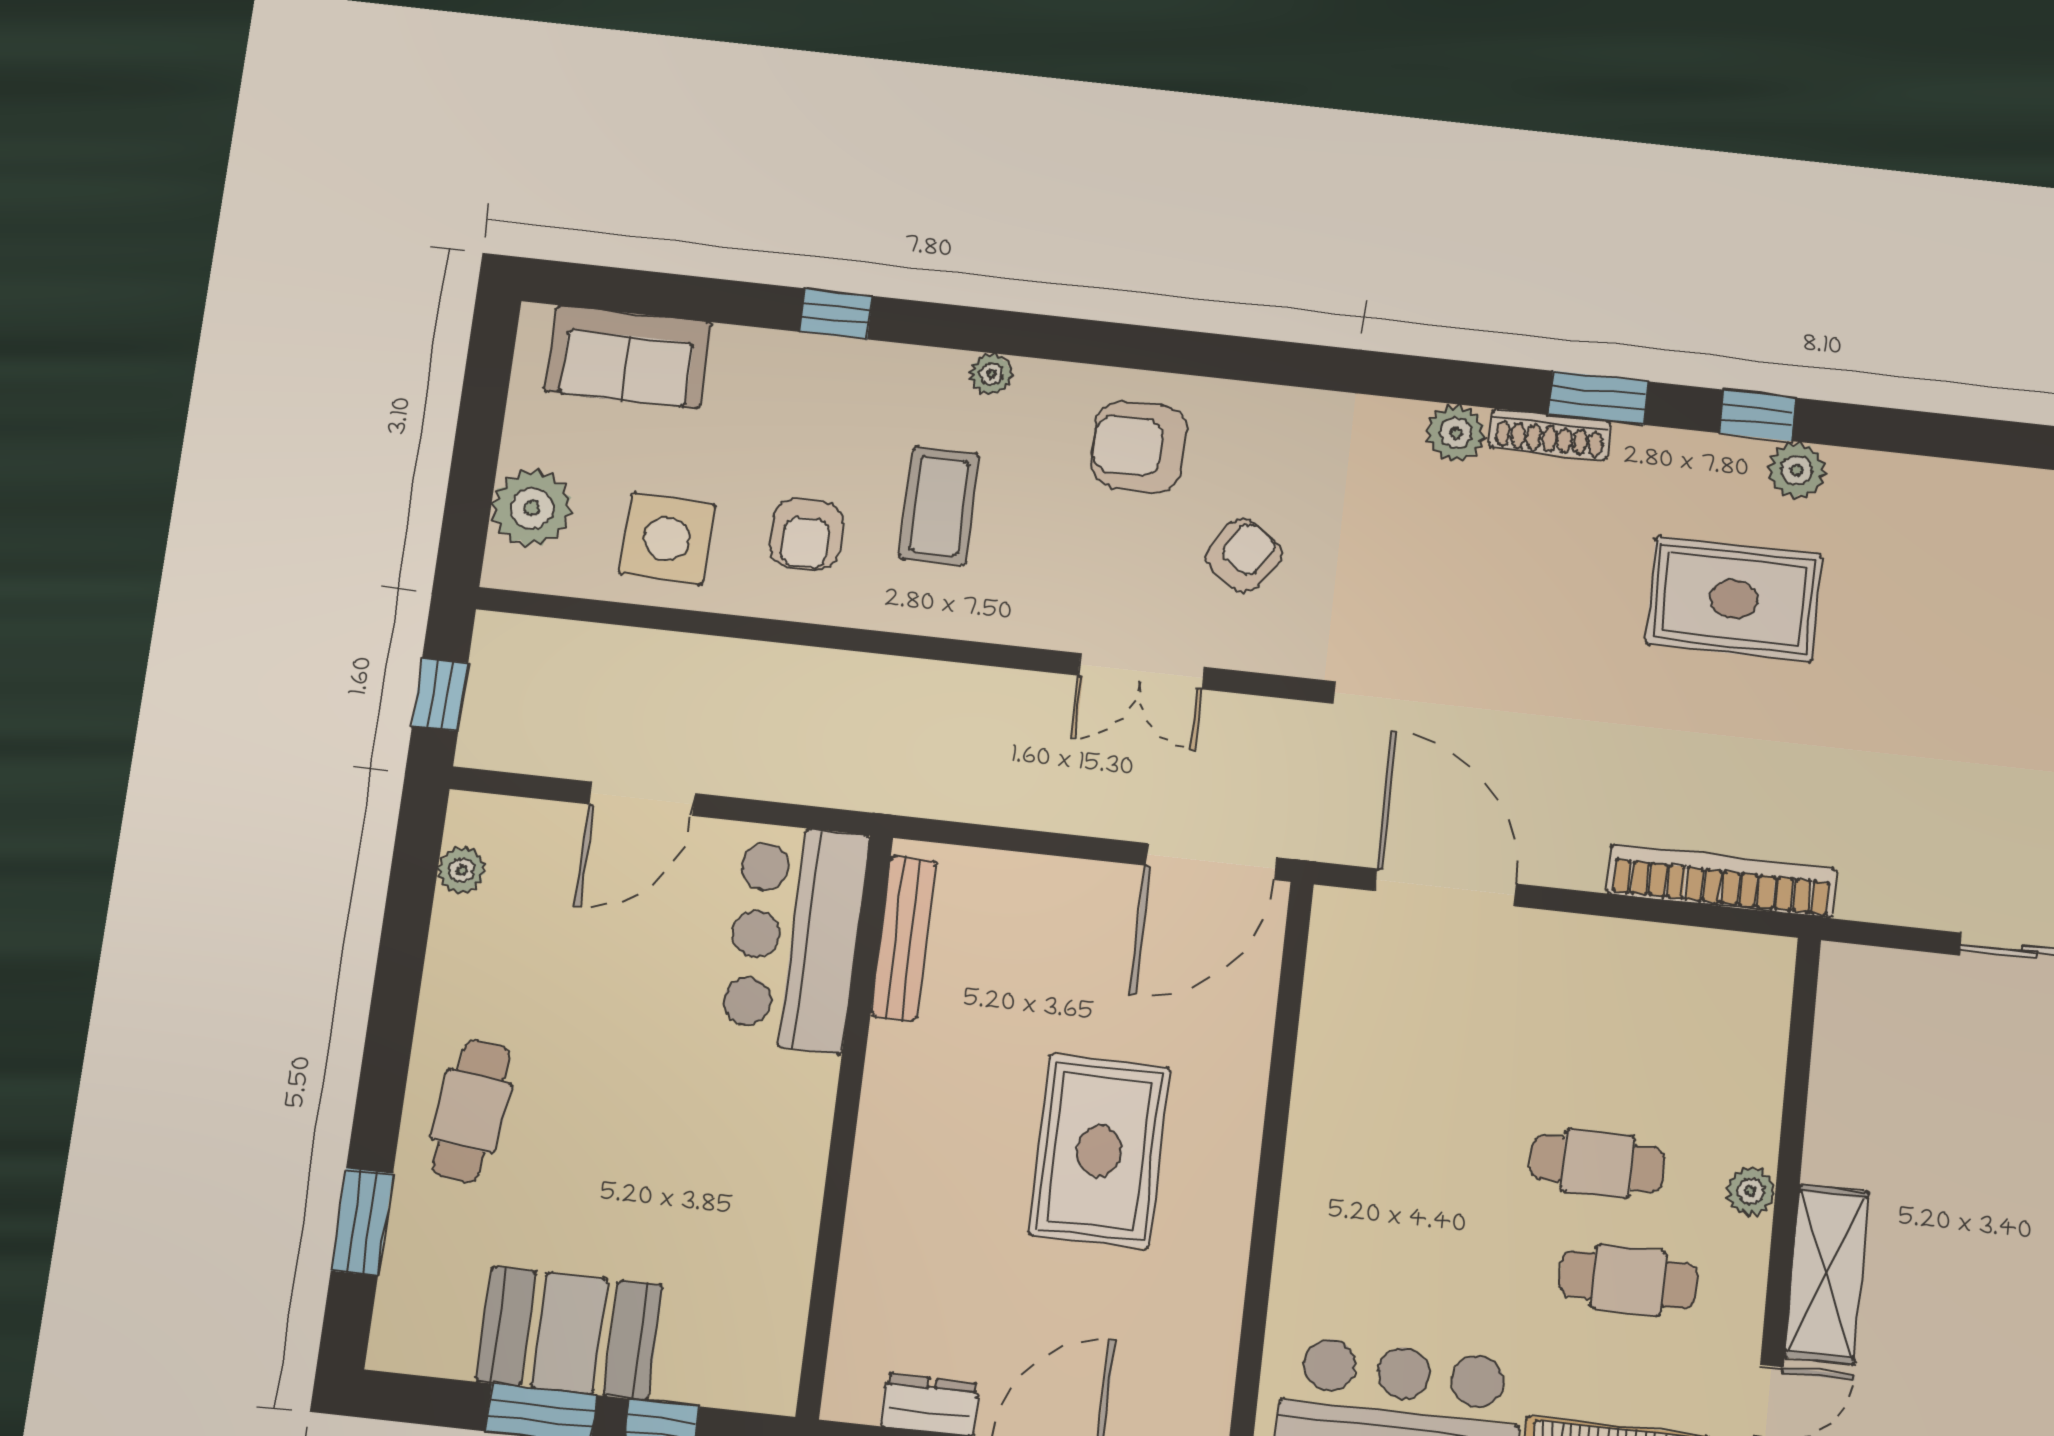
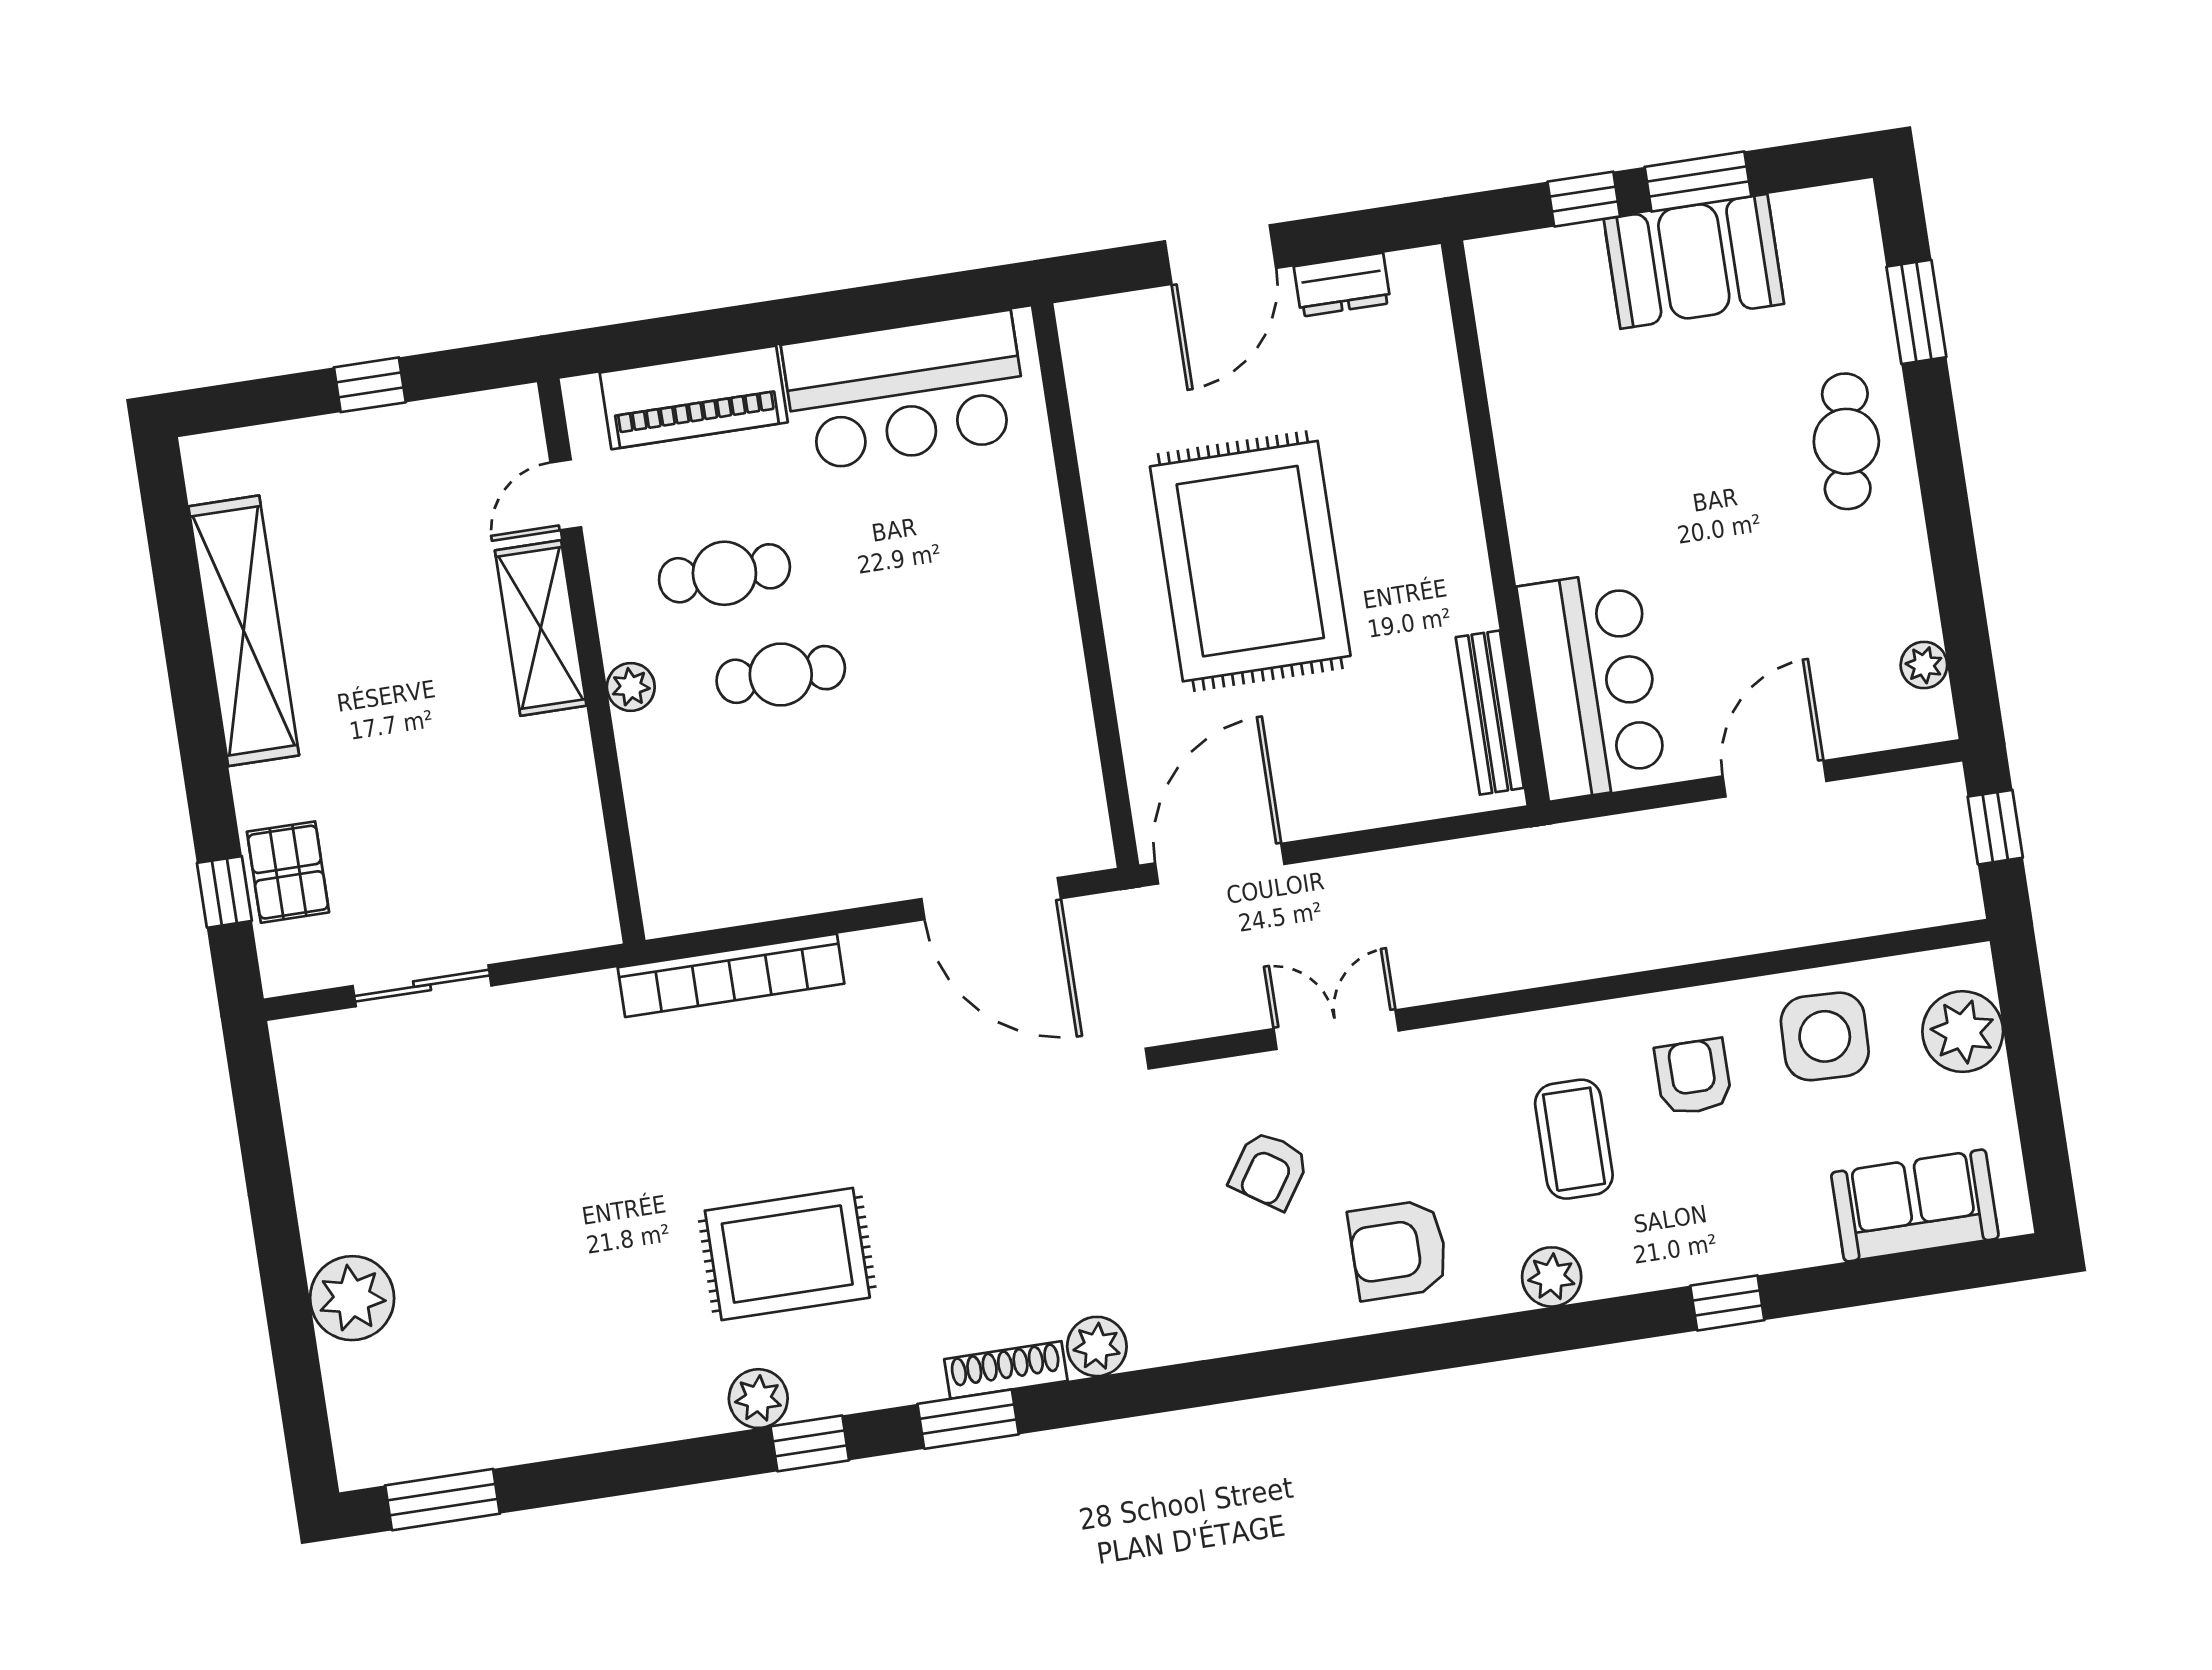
plant: (991, 374) -> (1552, 1277), width x1.38, depth x1.38
armchair: (1139, 447) -> (1398, 1250), turned 180
rug: (1099, 1151) -> (1250, 561), width x1.37, depth x1.44

